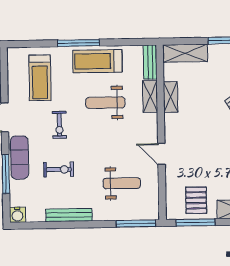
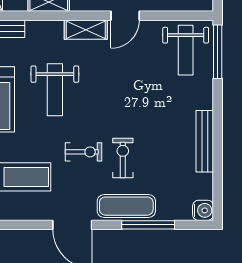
shelving: (150, 97) -> (86, 30), moved
exercise bike: (59, 169) -> (123, 158), moved
weight bench: (122, 183) -> (186, 50), moved, turned 180

